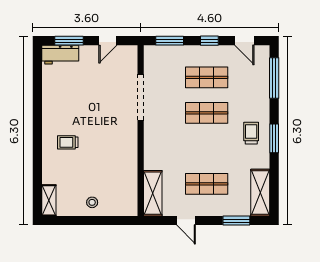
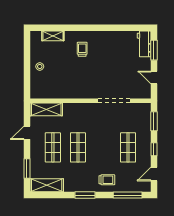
shop shelf: (207, 113) -> (78, 147), moved
trolley: (251, 133) -> (107, 180), moved
shelving: (49, 200) -> (53, 36), moved

